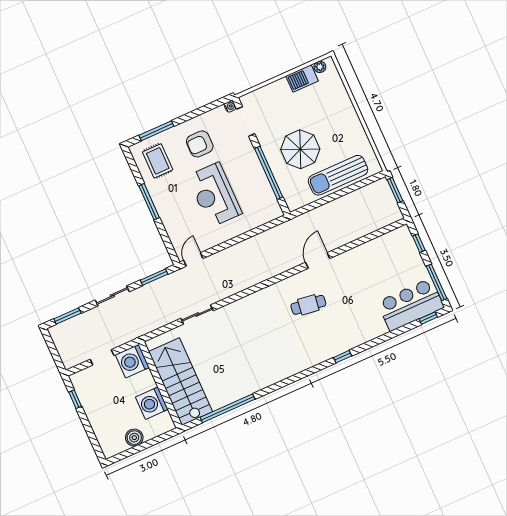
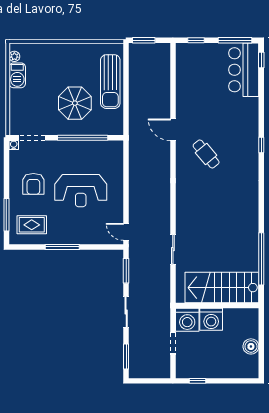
cafe table: (308, 305) -> (206, 154), turned -48
washing machine: (152, 403) -> (211, 319), moved

